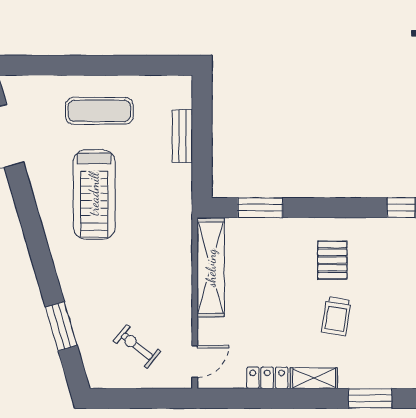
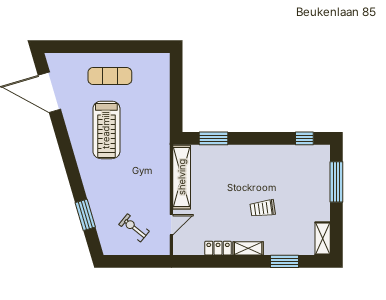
bench: (182, 136) -> (163, 92), removed
pallet: (332, 260) -> (260, 172), removed
trolley: (336, 316) -> (263, 208), turned 73
door: (195, 361) -> (171, 225), moved

